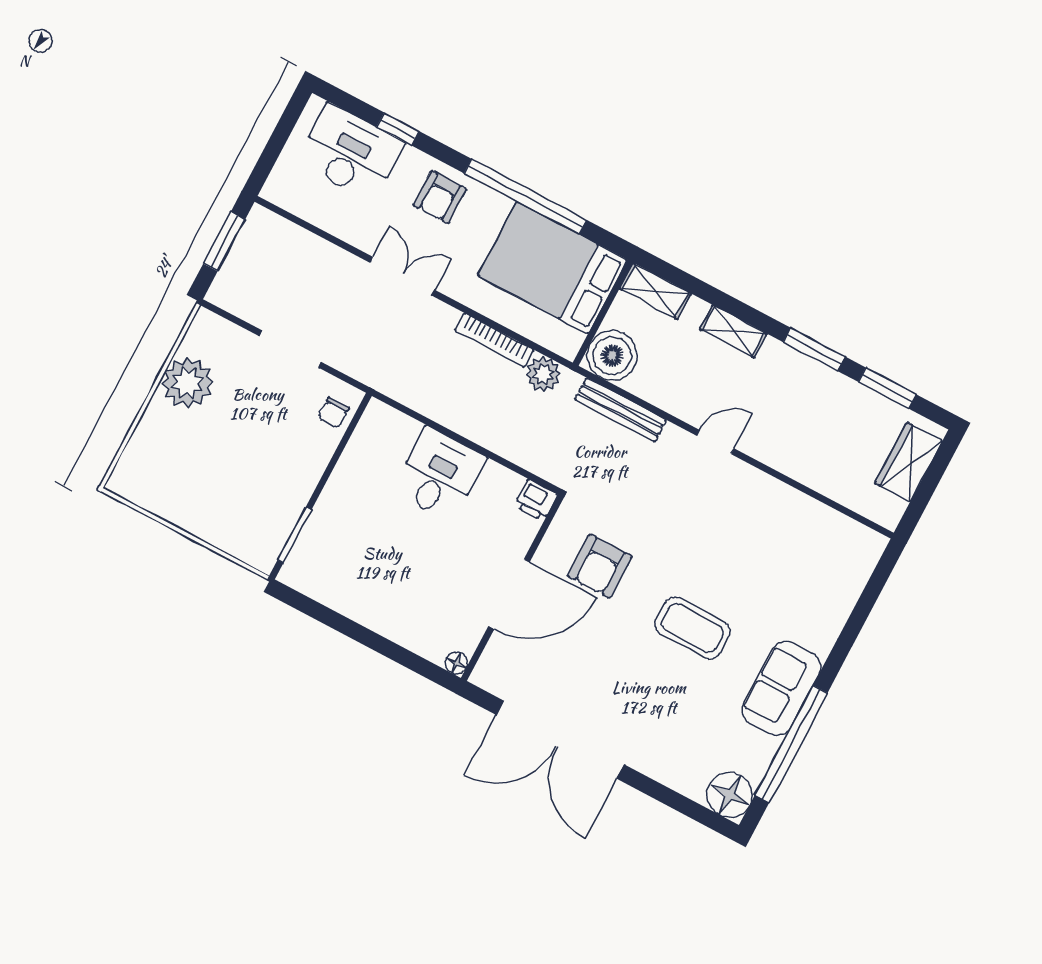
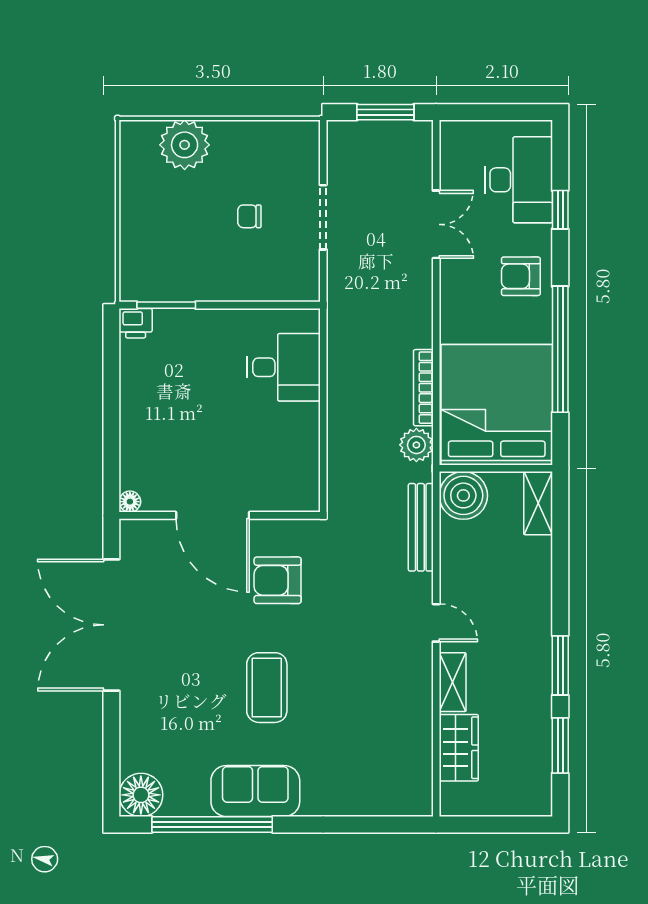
bed: (552, 268) -> (497, 405), width x1.36
double door: (402, 276) -> (436, 224), moved
shelving: (733, 331) -> (453, 682), moved
plant: (188, 383) -> (185, 145), moved
chair: (334, 413) -> (249, 216), moved
wardrobe: (909, 462) -> (459, 748), moved, turned 90
desk: (439, 474) -> (284, 367), moved
printer: (536, 500) -> (136, 323), moved, turned -90

